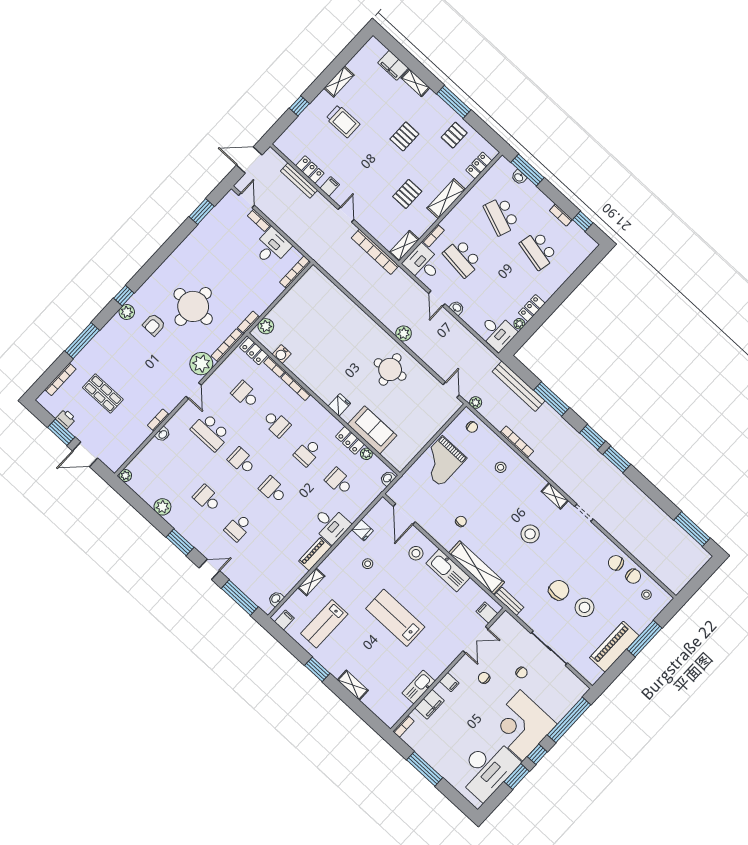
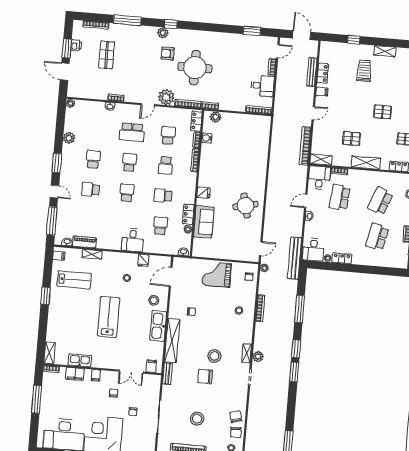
trolley: (343, 121) -> (364, 71), turned 180
plant: (404, 333) -> (258, 357), moved
bench: (519, 386) -> (295, 258), moved
school desk: (210, 432) -> (132, 132), turned -90
piano: (315, 554) -> (85, 242), moved
chair: (559, 590) -> (205, 376), moved, turned 180
lab bench: (324, 624) -> (74, 280), turned 180
shelving: (353, 685) -> (50, 353), moved

